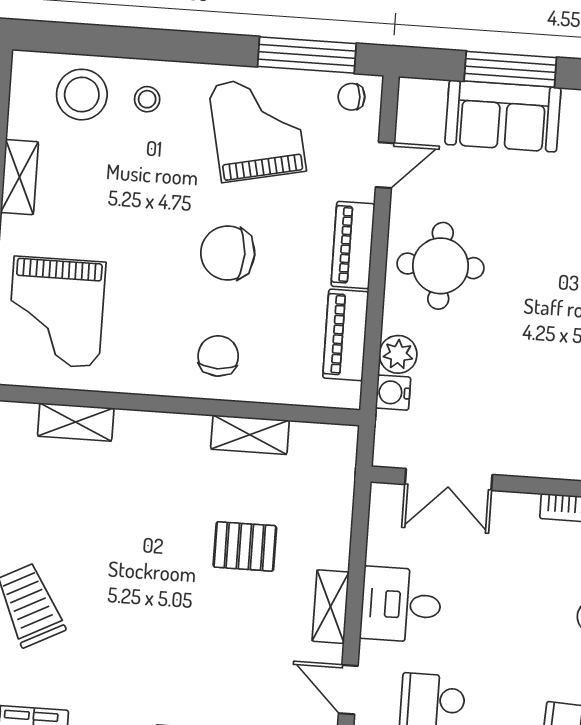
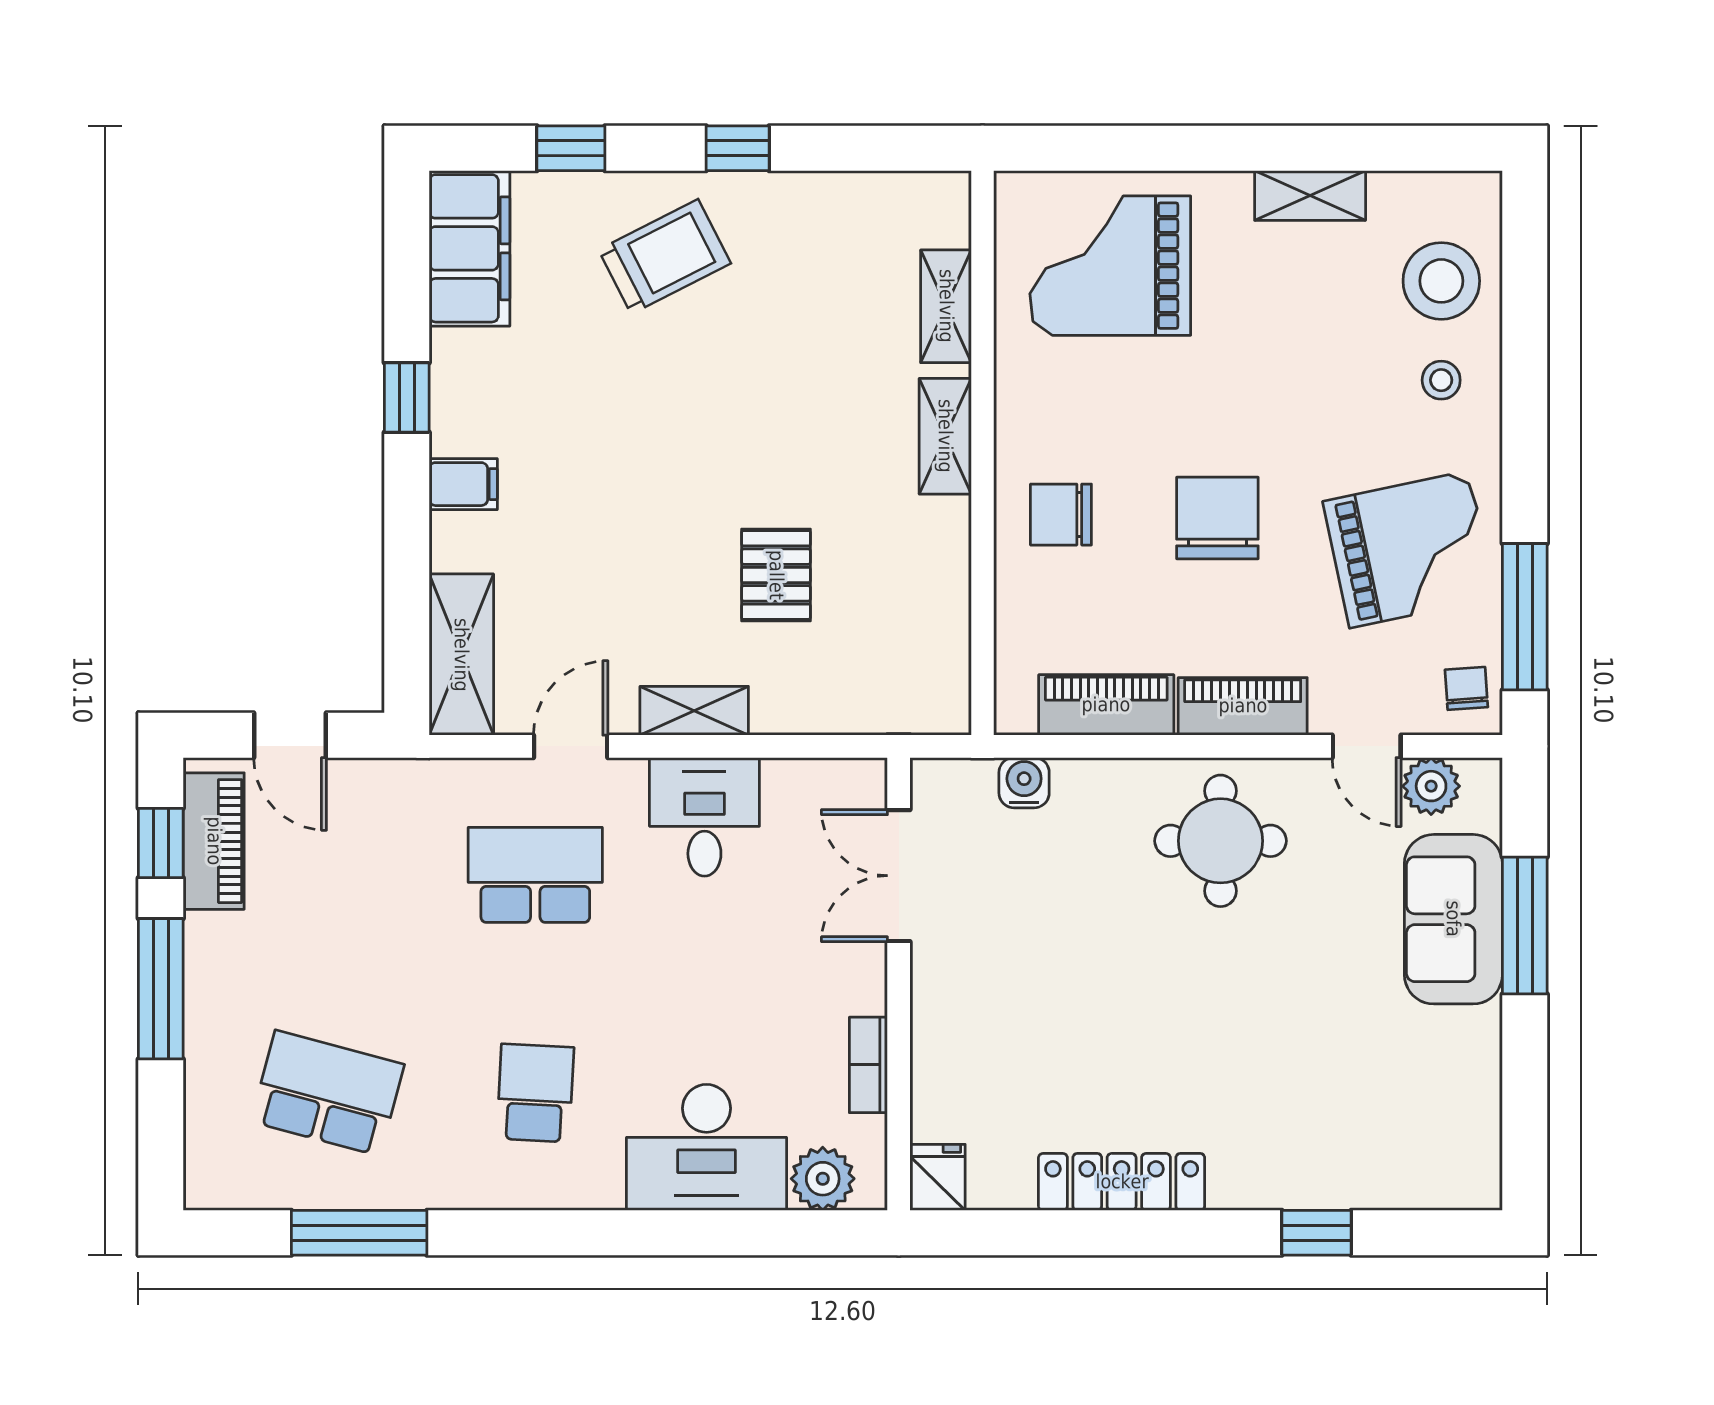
plant: (398, 354) -> (1431, 786), moved
chair: (218, 356) -> (1061, 515), turned 180
shelving: (250, 435) -> (945, 436), moved

